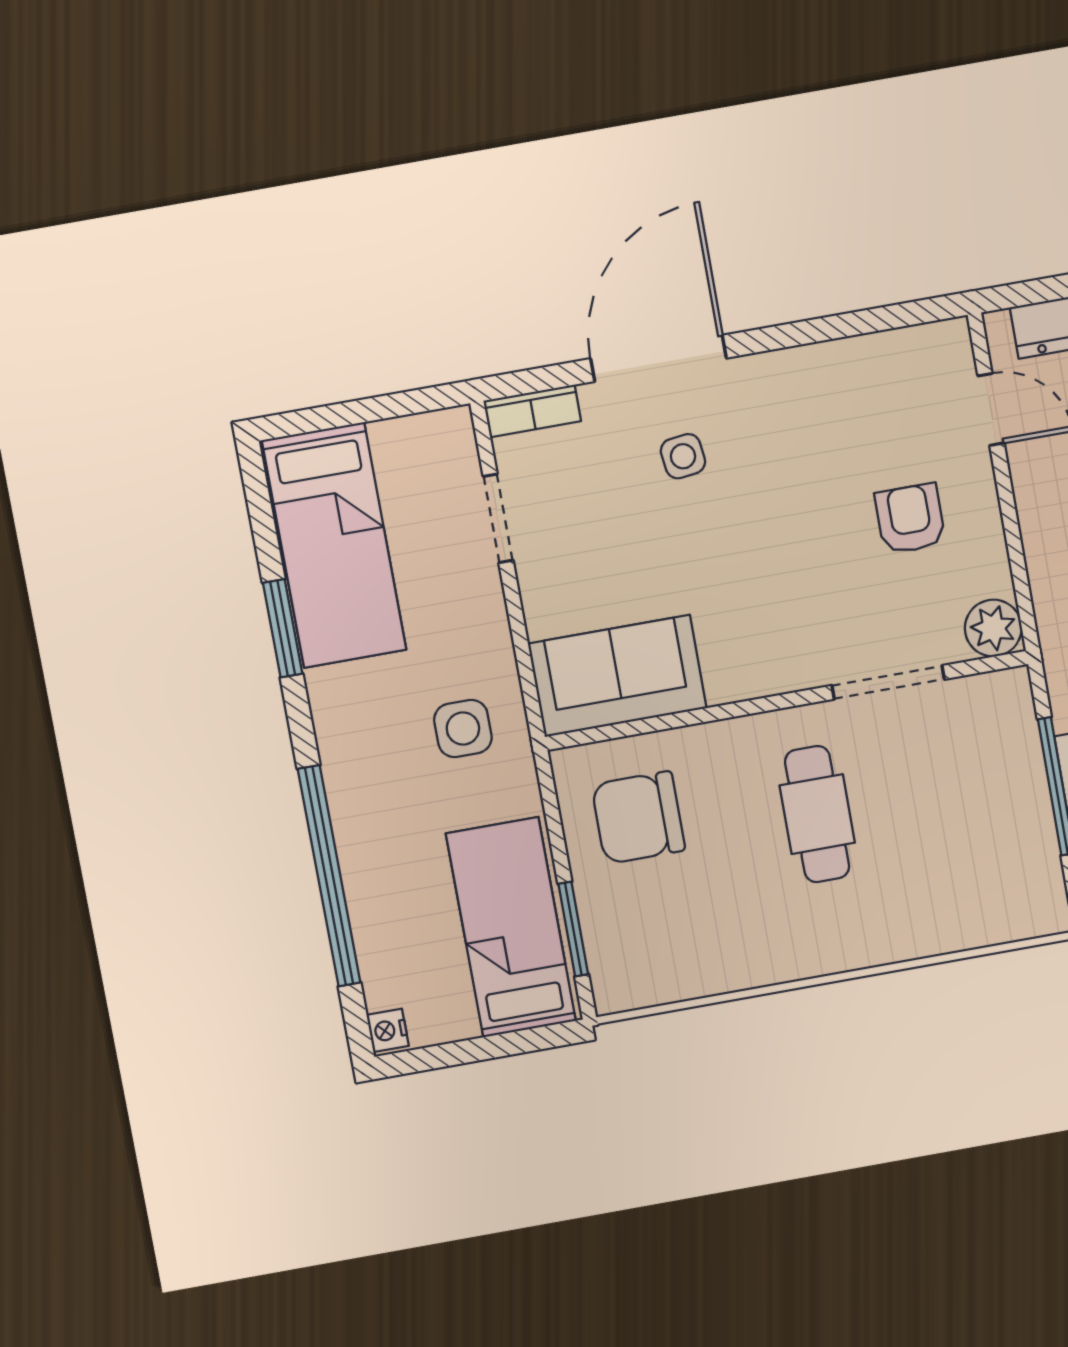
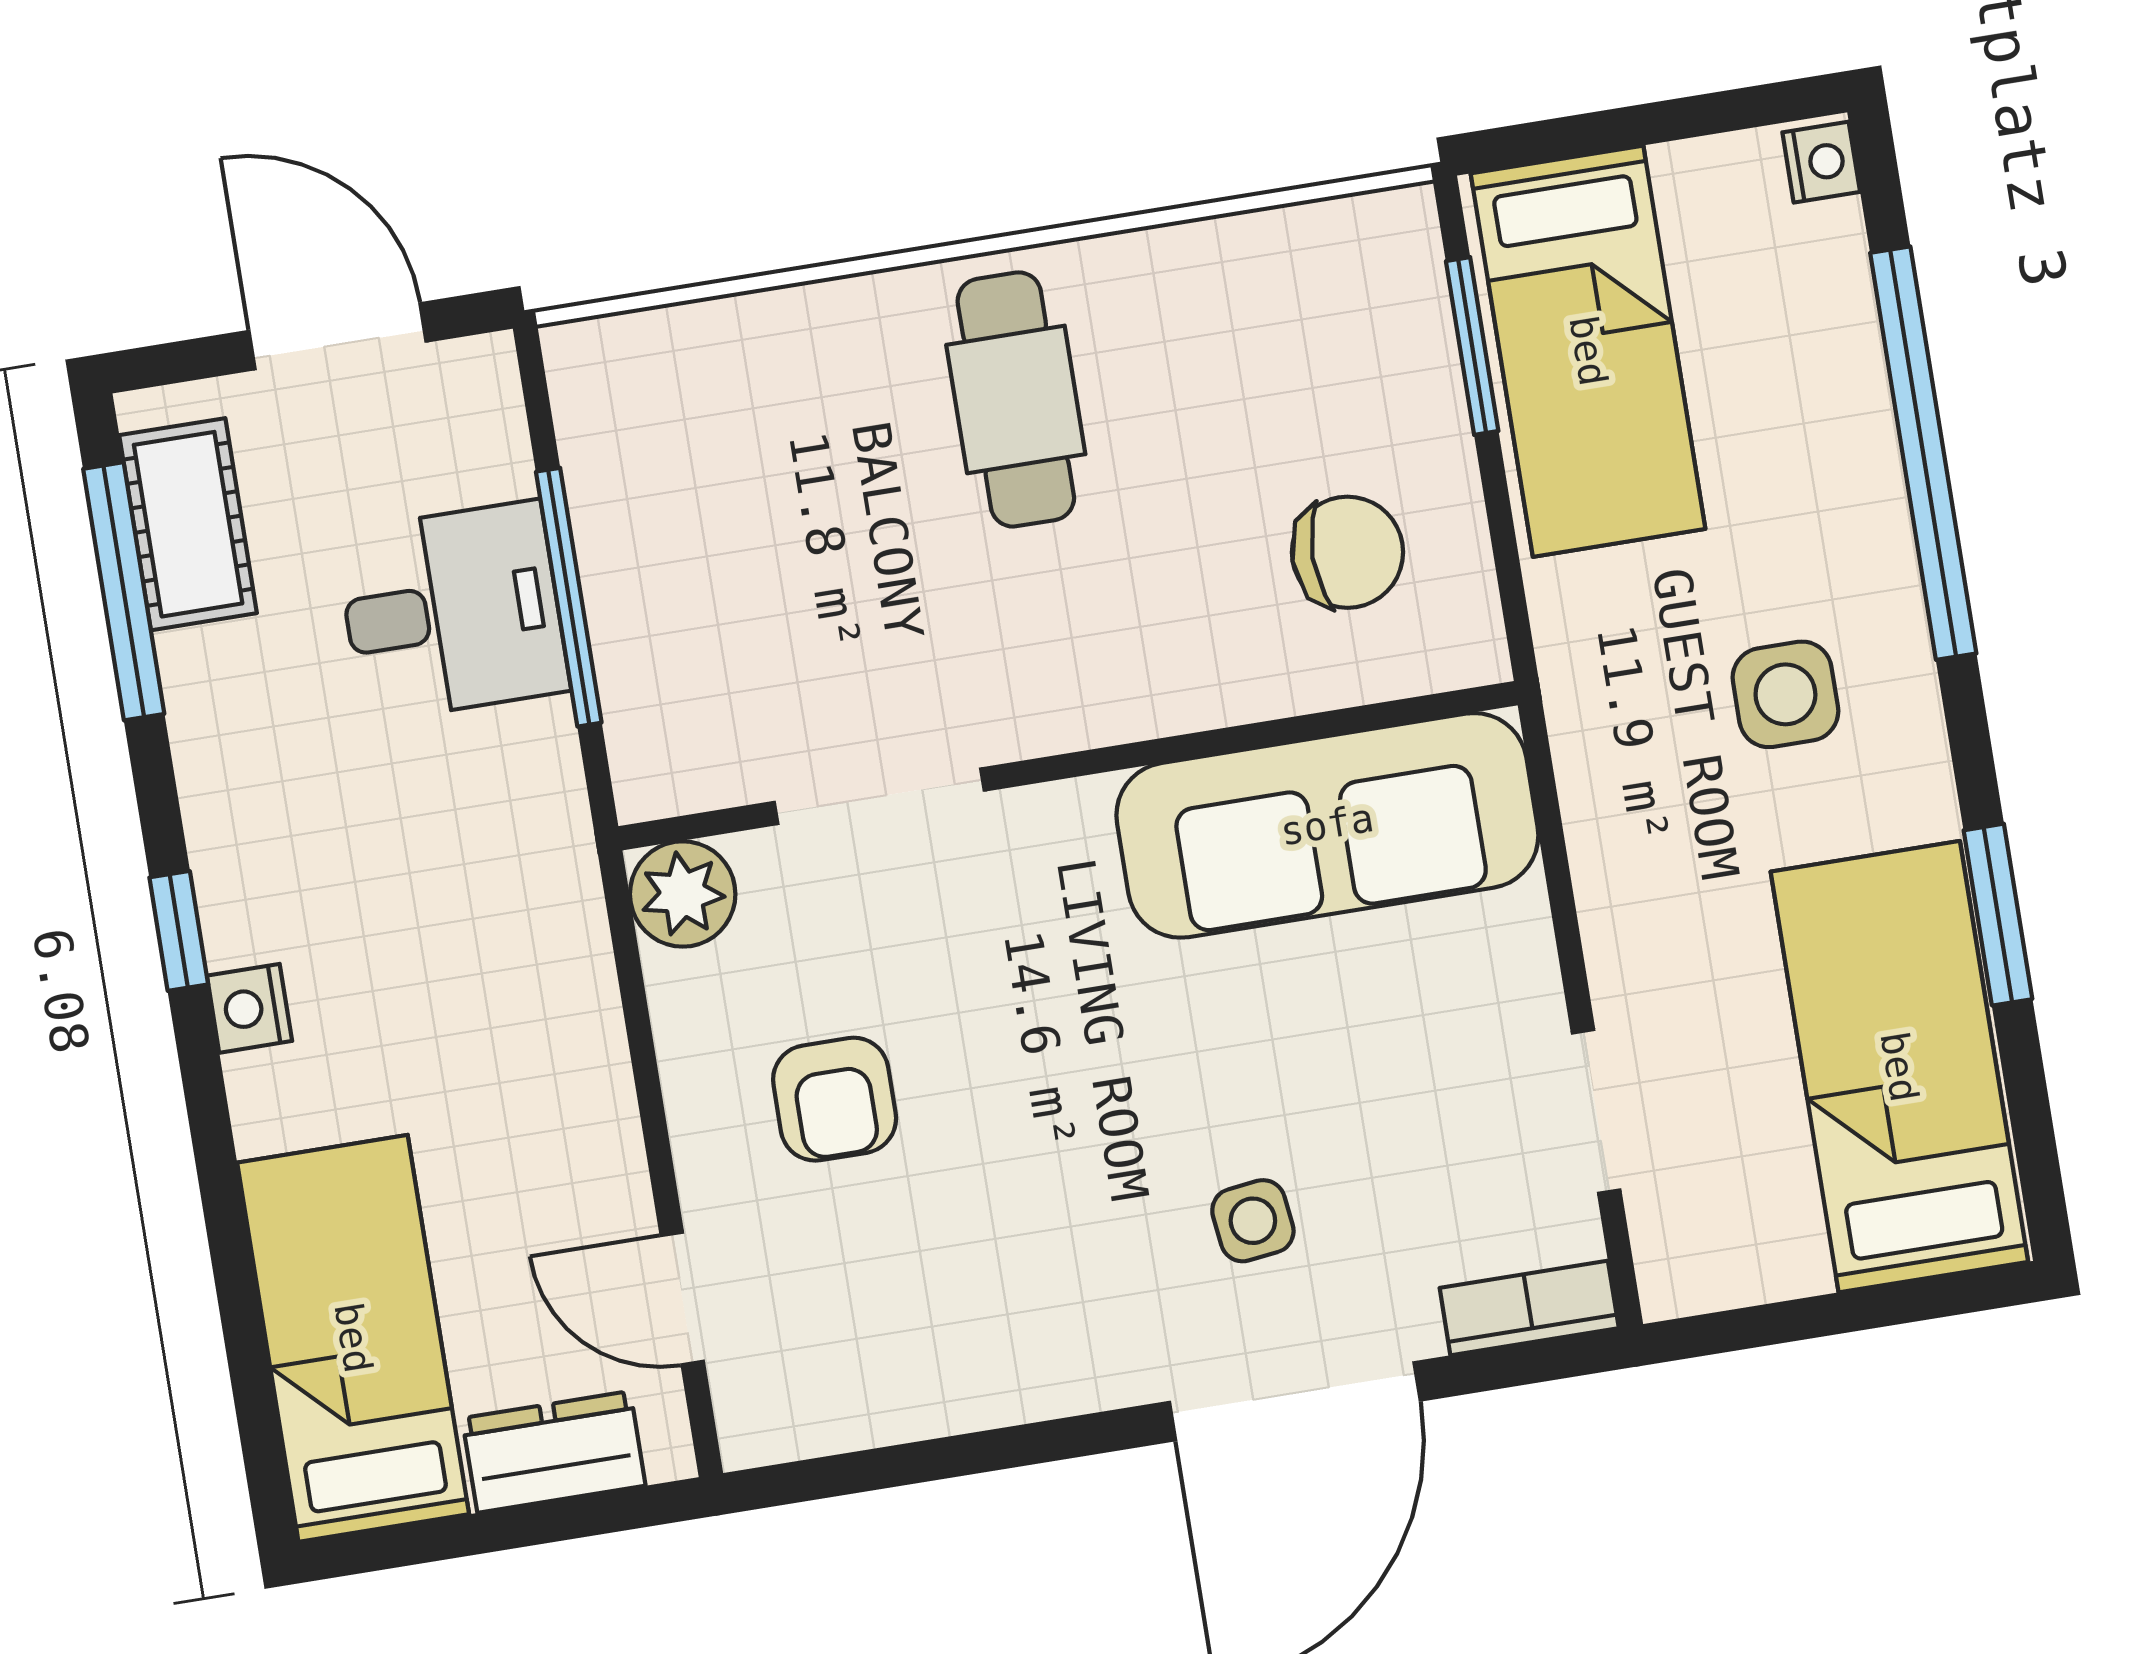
sofa: (617, 676) -> (1327, 825), width x1.36
side table: (463, 728) -> (1785, 694), moved
cafe table: (817, 814) -> (1016, 399), moved
chair: (638, 818) -> (1347, 552), width x0.73, depth x0.73

